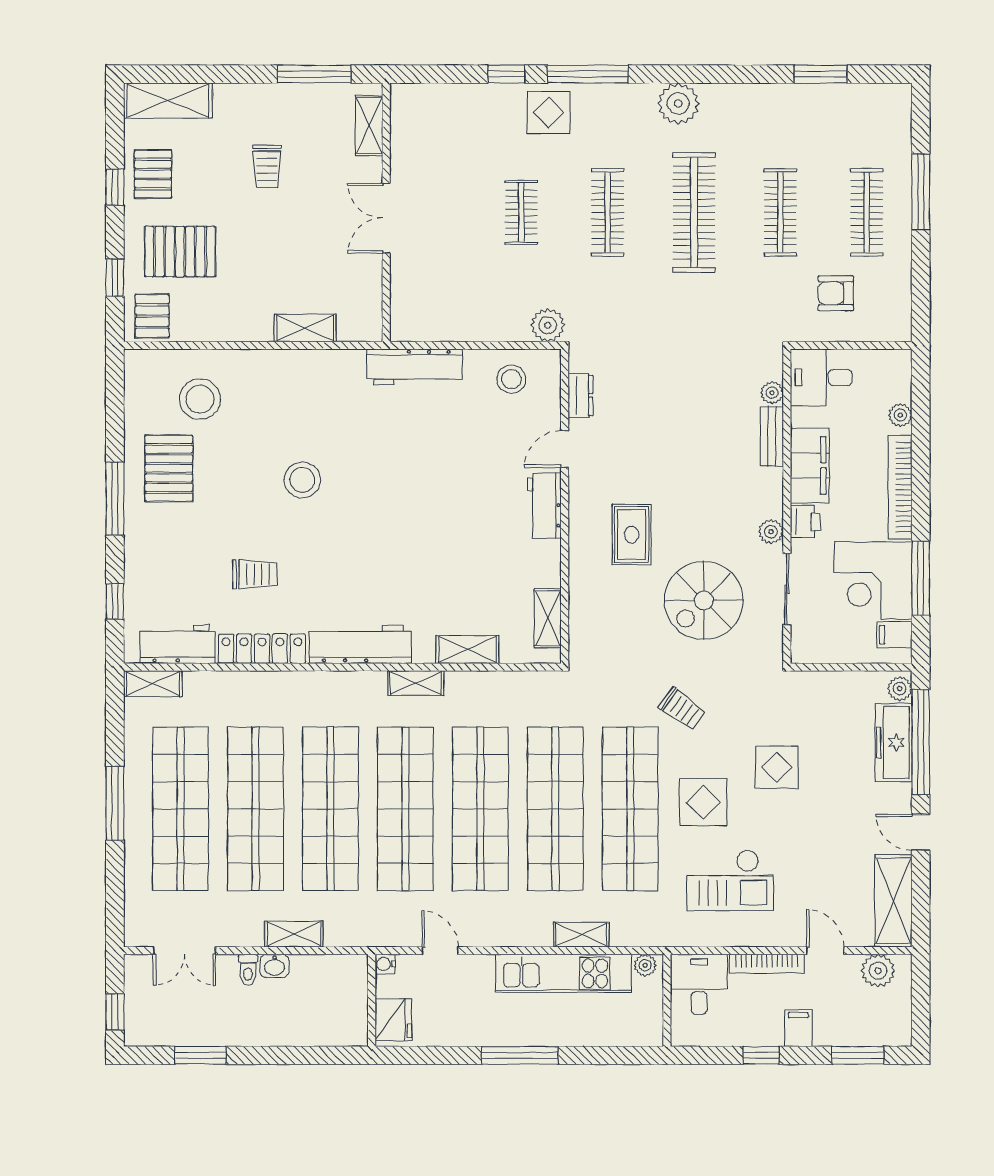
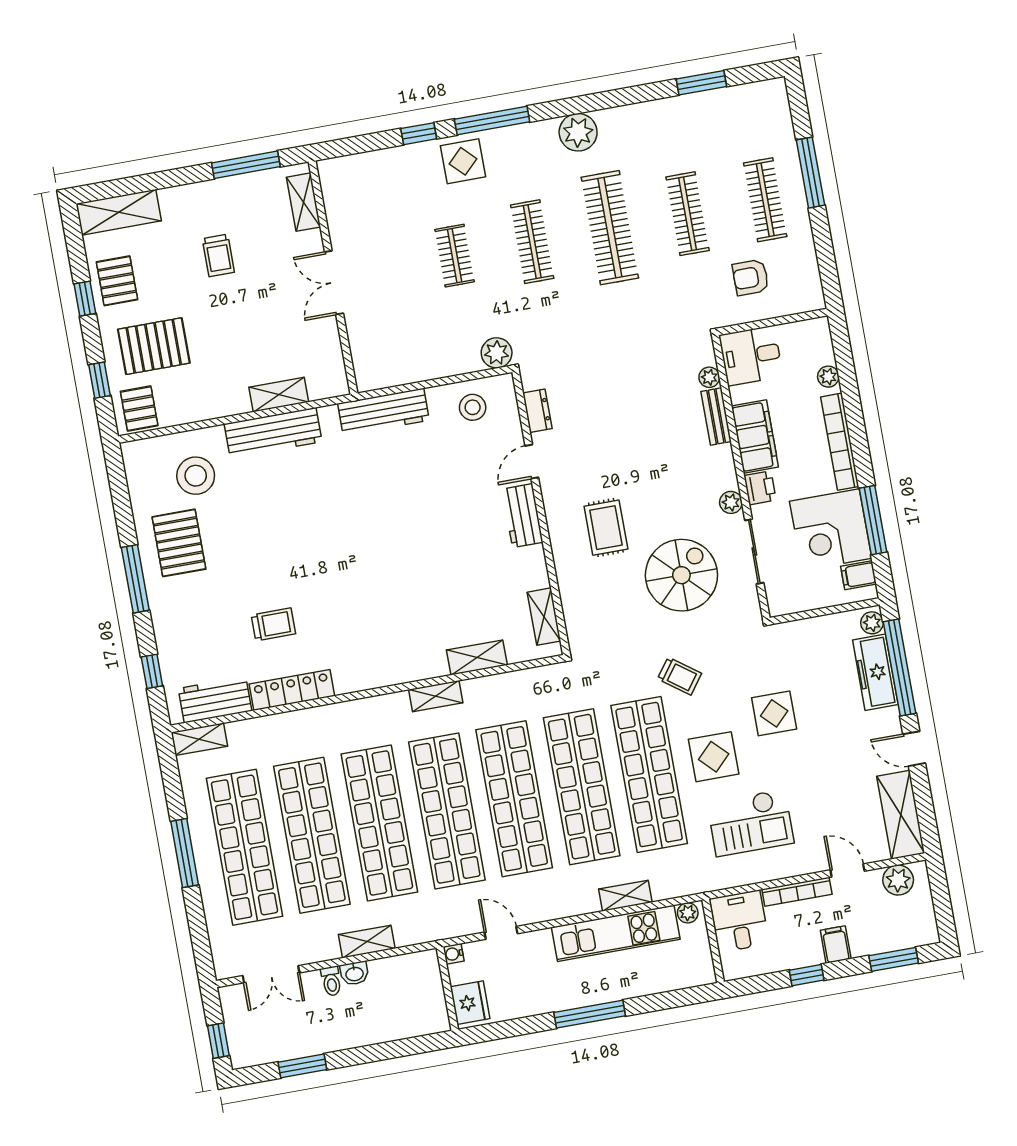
stool: (302, 480) -> (301, 532), removed
spiral stairs: (704, 600) -> (681, 575), turned 180
workbench: (360, 644) -> (273, 433), moved, turned 180

